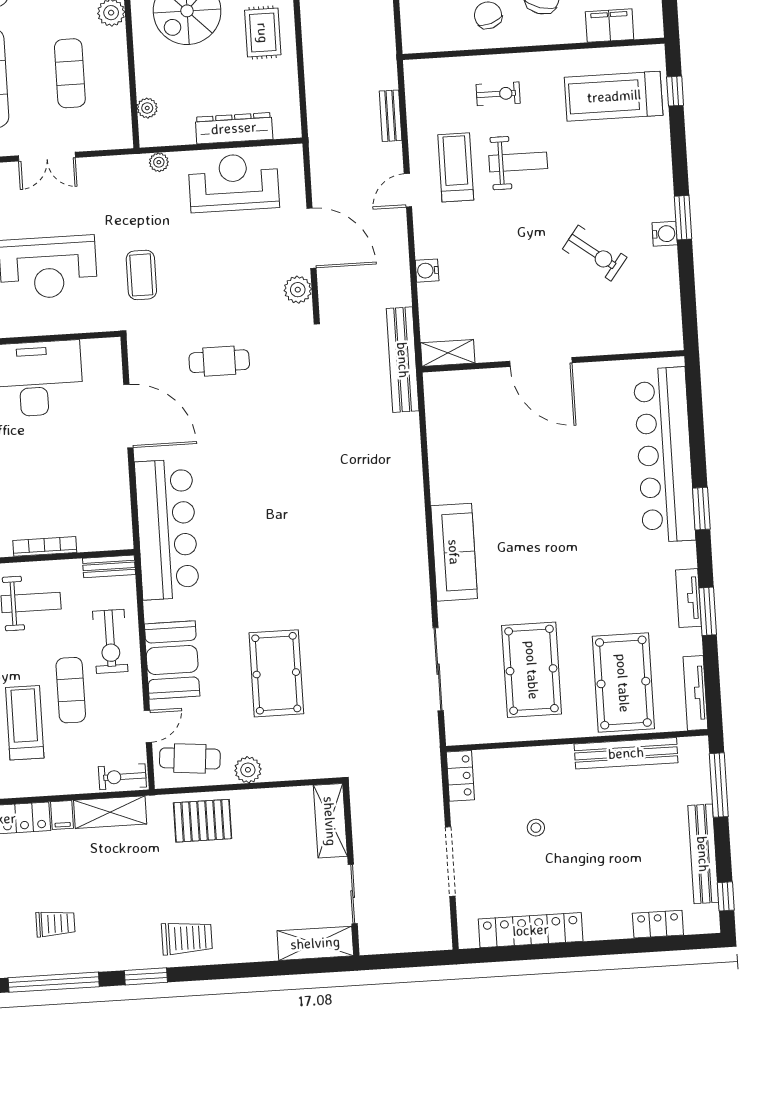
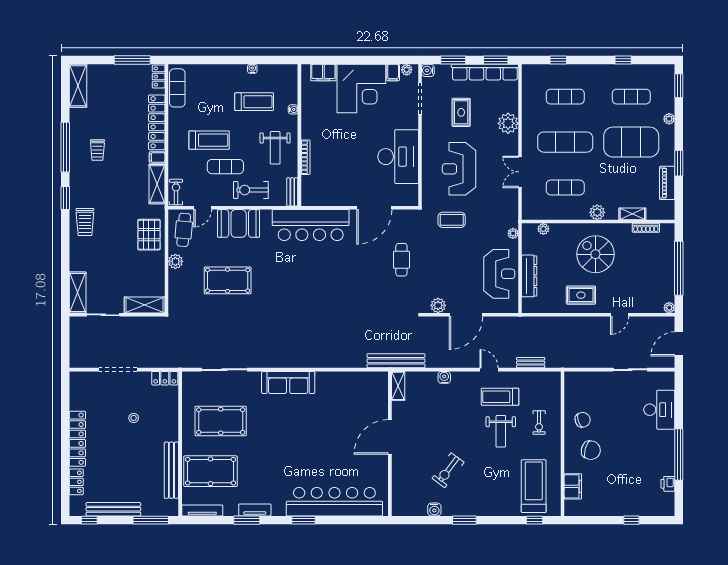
treadmill: (456, 167) -> (500, 397), turned 180
water cooler: (665, 234) -> (434, 509), moved
door: (148, 726) -> (203, 208), hinge flipped
locker: (531, 930) -> (77, 439), moved

